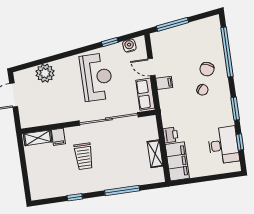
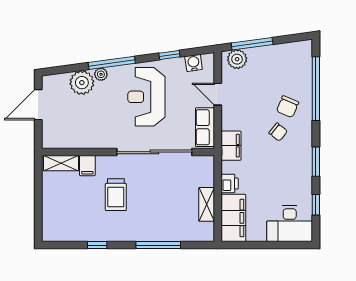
plant: (163, 38) -> (237, 59), added
window: (66, 55) -> (112, 63), added
plant: (59, 65) -> (101, 74), added
reception desk: (97, 77) -> (146, 97), turned 180
filing cabinet: (164, 83) -> (231, 146), moved, width x2.00
desk: (223, 145) -> (290, 224), moved, turned 90

